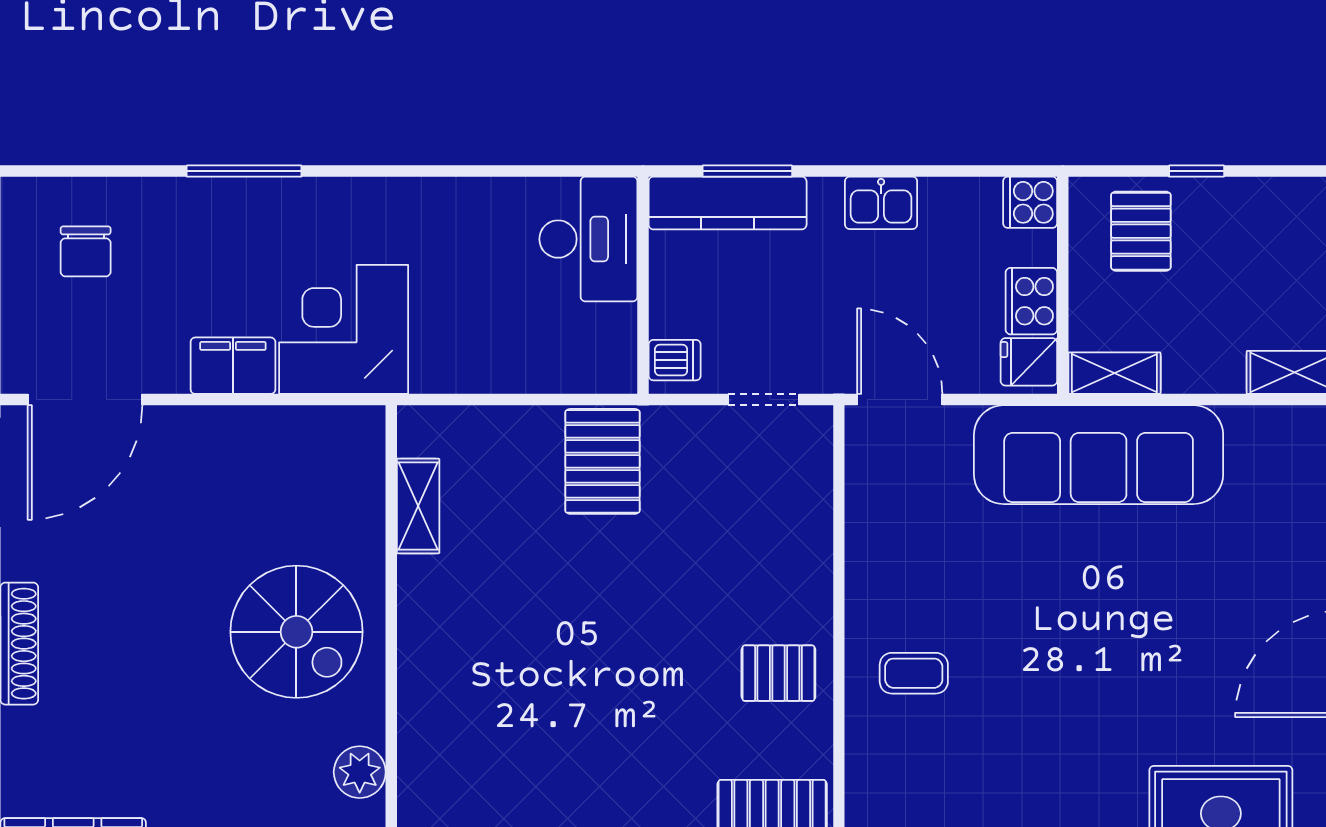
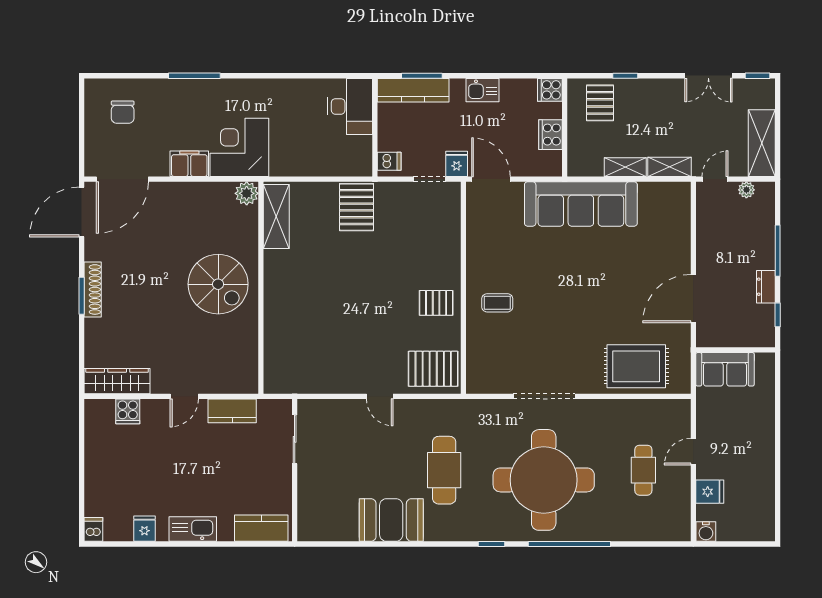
fridge: (1029, 362) -> (457, 164), moved, turned 90
shelving: (1114, 373) -> (625, 167), moved
shelving: (418, 506) -> (276, 217), width x1.50, depth x1.33
plant: (360, 772) -> (247, 193), moved

